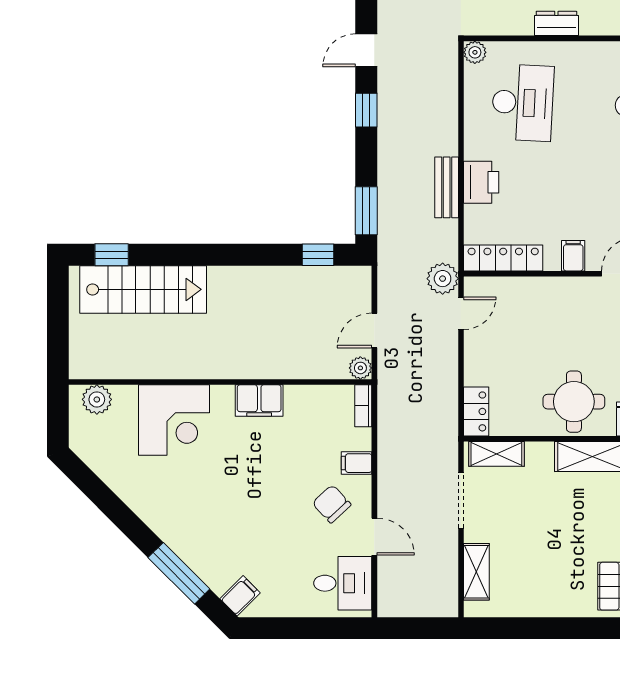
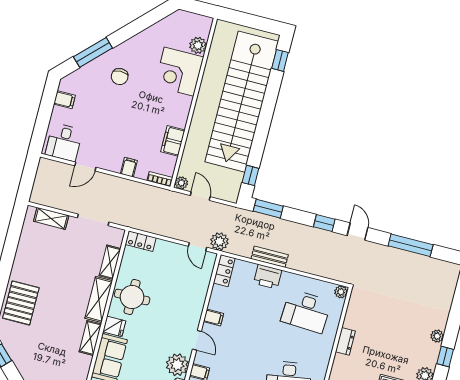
locker: (503, 258) -> (224, 271), width x0.66
stairs: (143, 289) -> (242, 102), width x1.86, depth x1.51
plant: (97, 399) -> (198, 45), moved
filing cabinet: (259, 400) -> (173, 141), moved
shelving: (496, 454) -> (110, 262), moved
chair: (332, 504) -> (120, 77), moved, turned 133
filing cabinet: (240, 596) -> (64, 100), moved, turned -45

